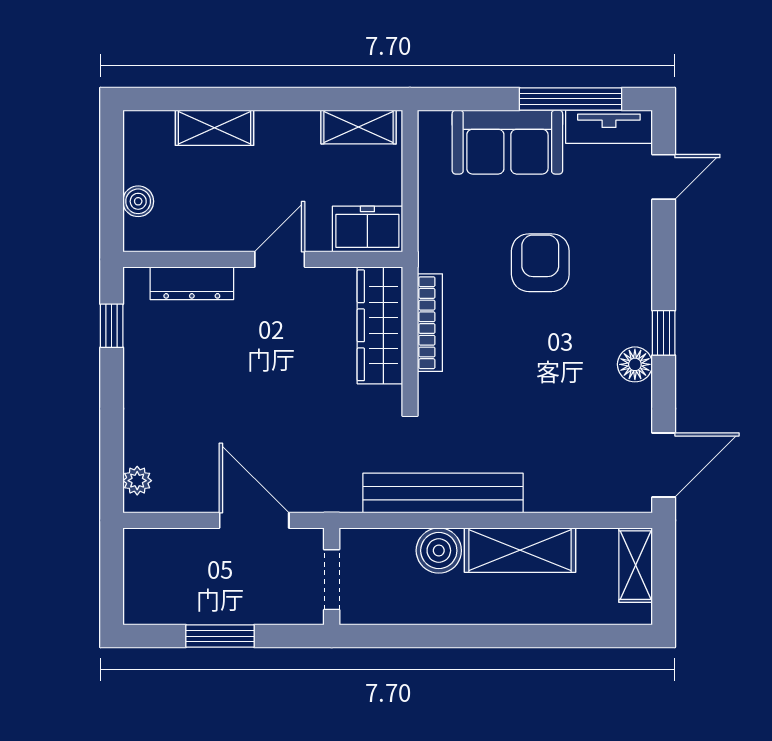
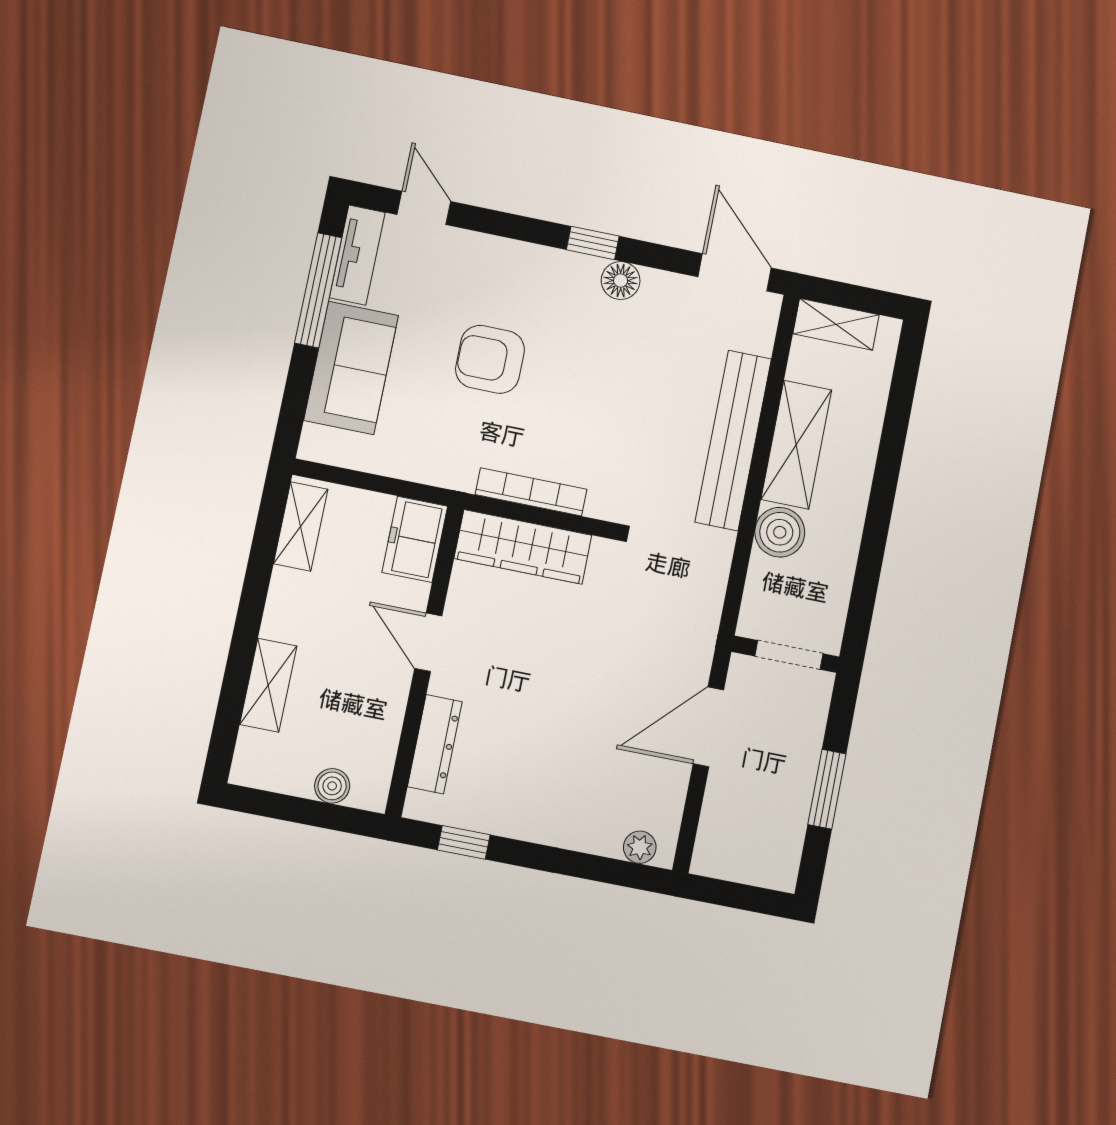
bench: (443, 493) -> (733, 440), moved

